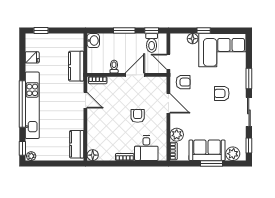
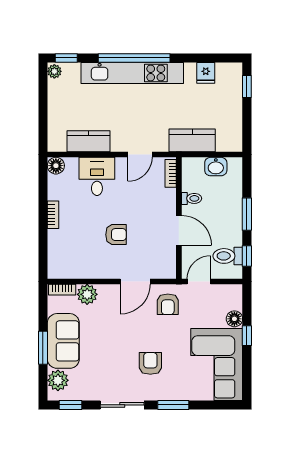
washbasin: (93, 41) -> (216, 167), moved
kitchen counter: (77, 144) -> (89, 141), moved
desk: (146, 148) -> (97, 176), moved, turned 90

